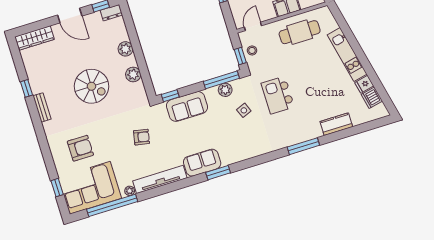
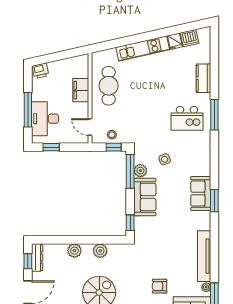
dresser: (111, 13) -> (37, 258), width x1.44
kitchen island: (278, 95) -> (187, 118), moved
sofa: (187, 106) -> (145, 197), moved
armchair: (141, 137) -> (160, 286), moved, turned -101
sofa: (202, 163) -> (201, 193), moved

